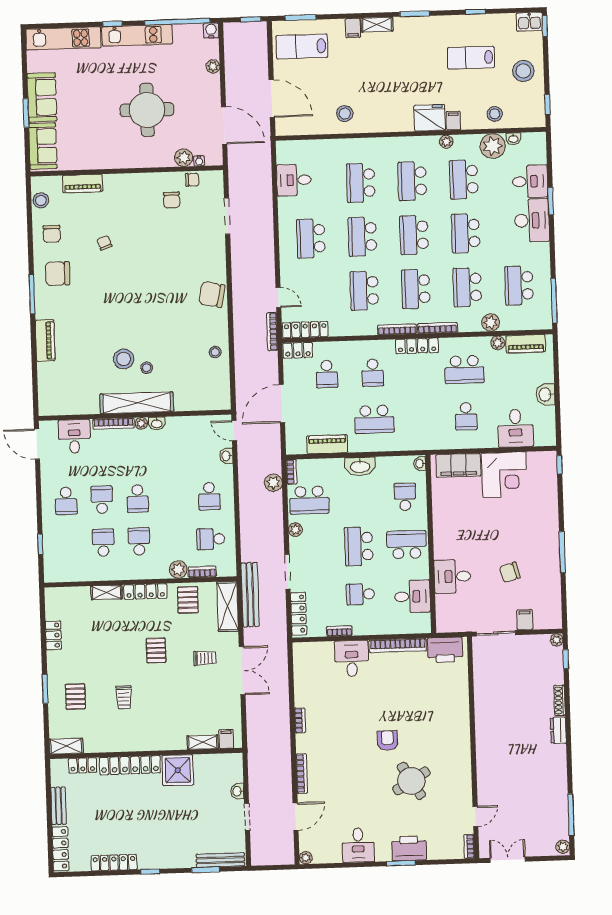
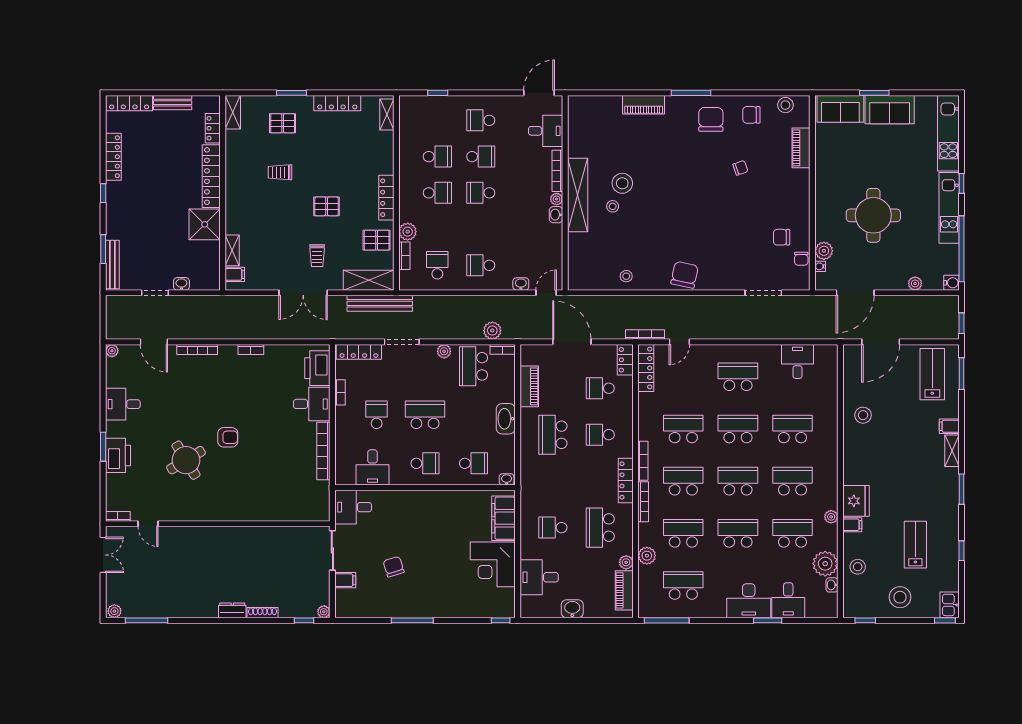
school desk: (407, 545) -> (425, 463), width x0.54
desk: (452, 576) -> (353, 507), moved, turned -90
shelving: (107, 592) -> (387, 115), moved
locker: (53, 635) -> (337, 103), width x1.53
printer: (445, 650) -> (317, 368), moved

